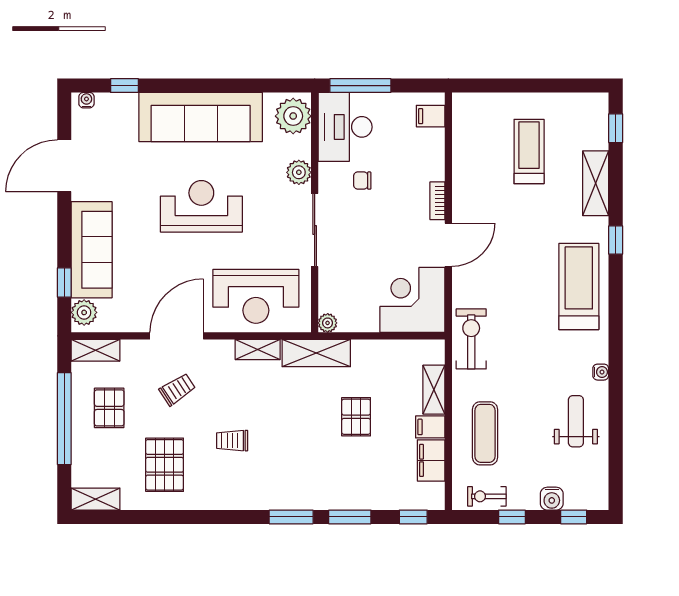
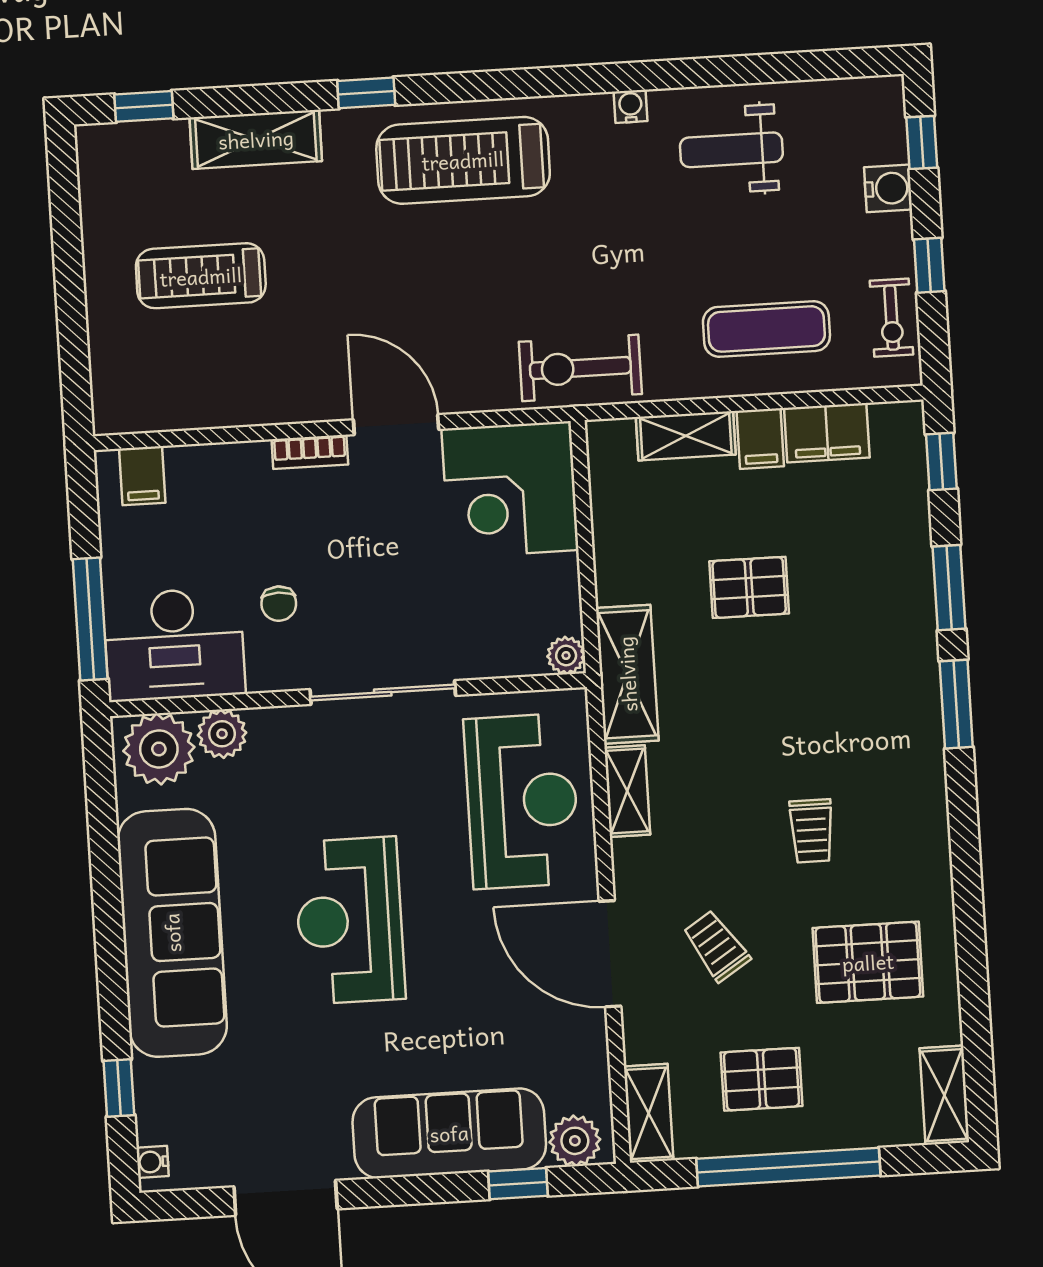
plant: (299, 172) -> (222, 734), moved

